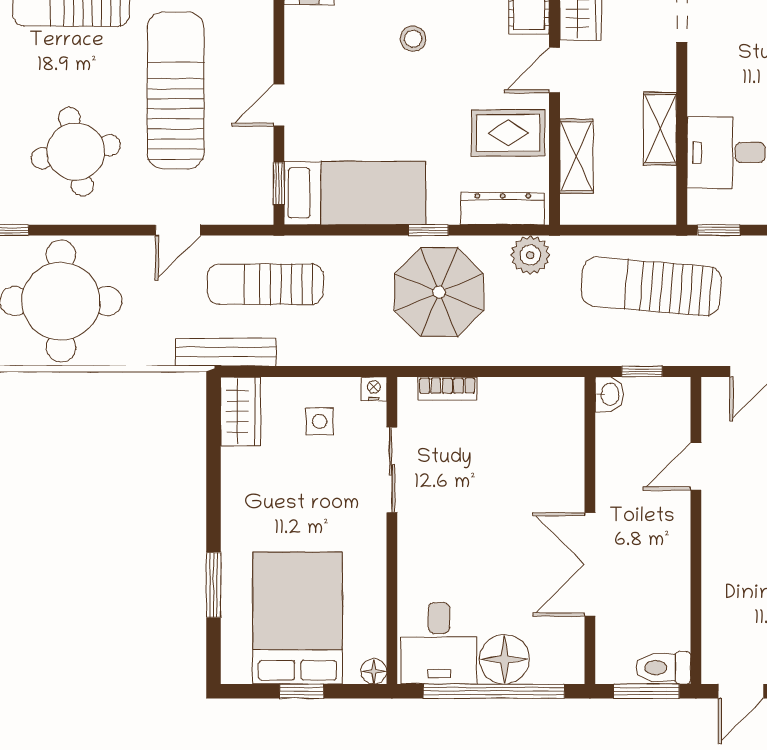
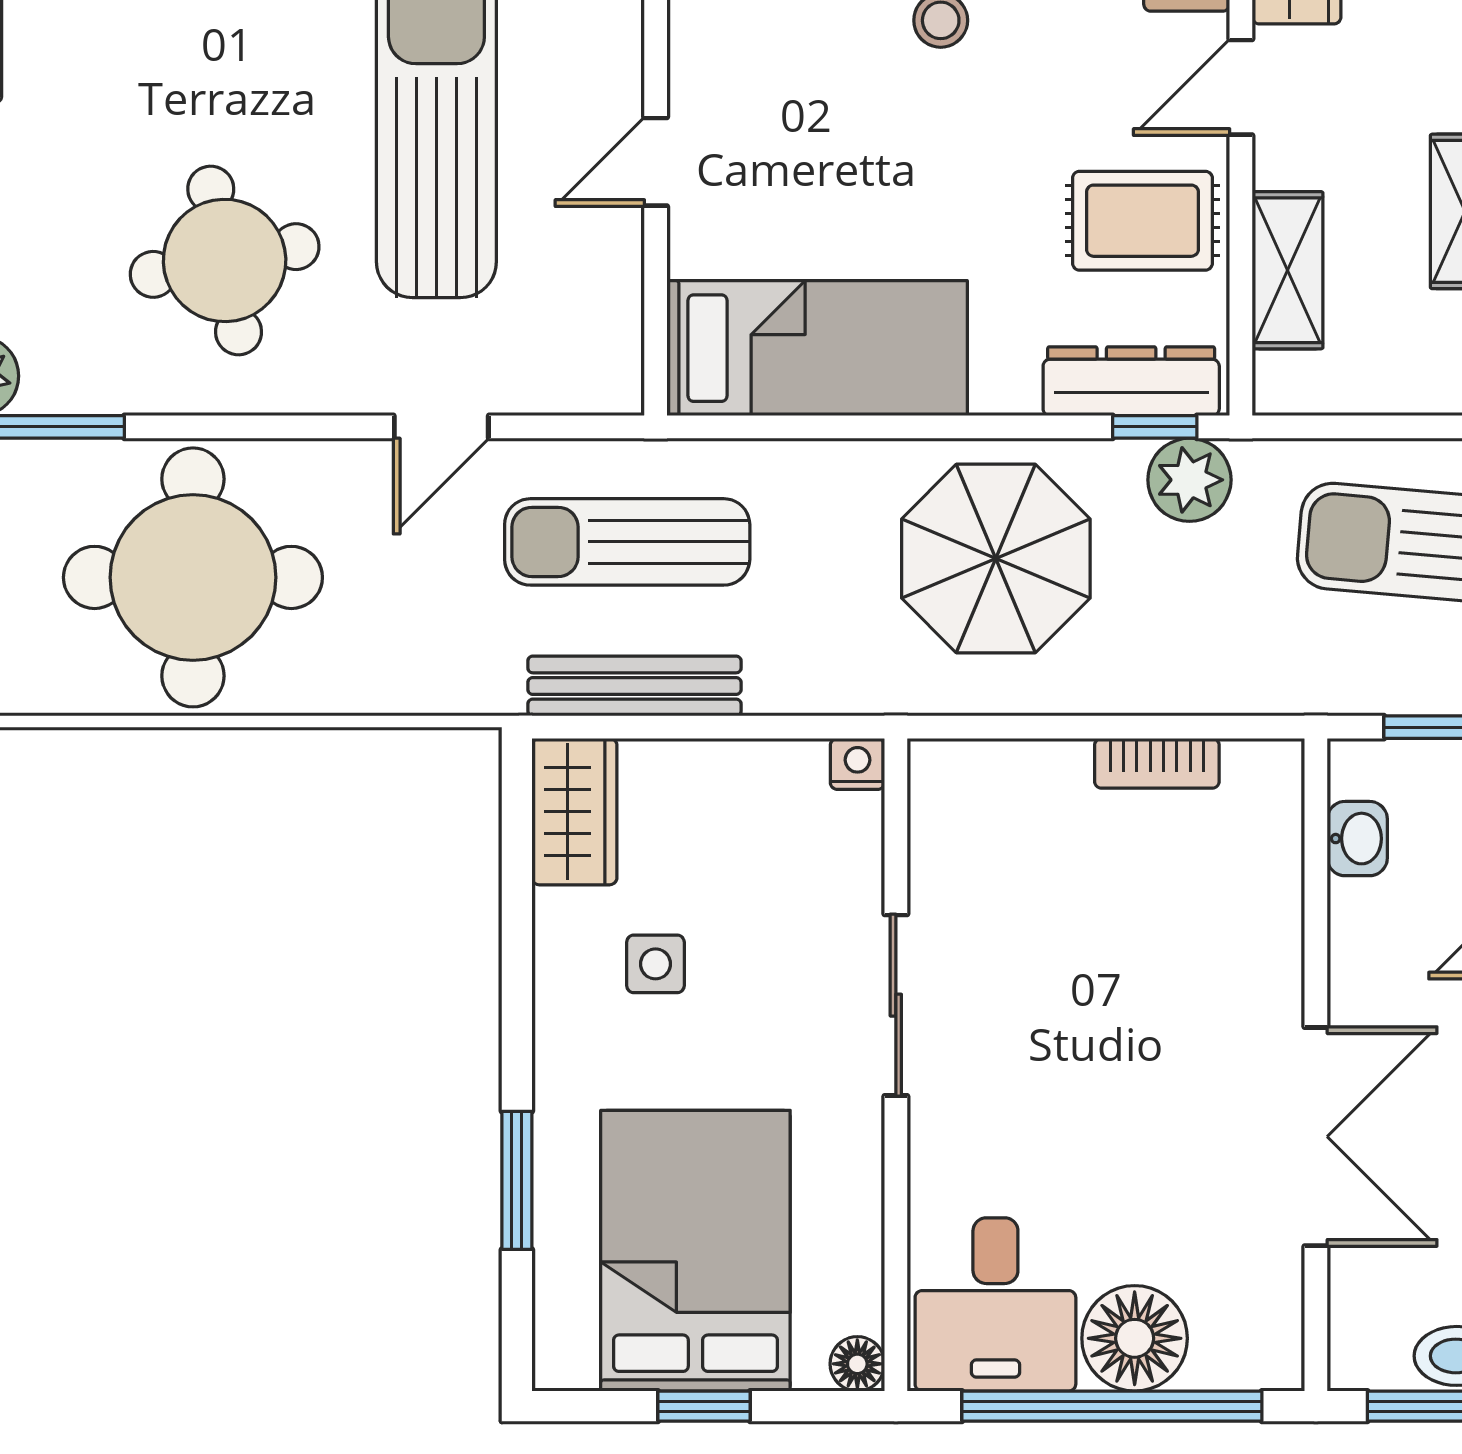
window: (279, 183) -> (656, 328), removed
window: (428, 230) -> (1155, 427), moved
bench: (226, 352) -> (634, 686), moved
bookcase: (447, 389) -> (1157, 763), moved
washbasin: (609, 394) -> (1357, 839), moved
side table: (320, 421) -> (655, 964), moved
sliding door: (392, 470) -> (896, 1005), moved
double door: (590, 564) -> (1316, 1137), swing flipped

